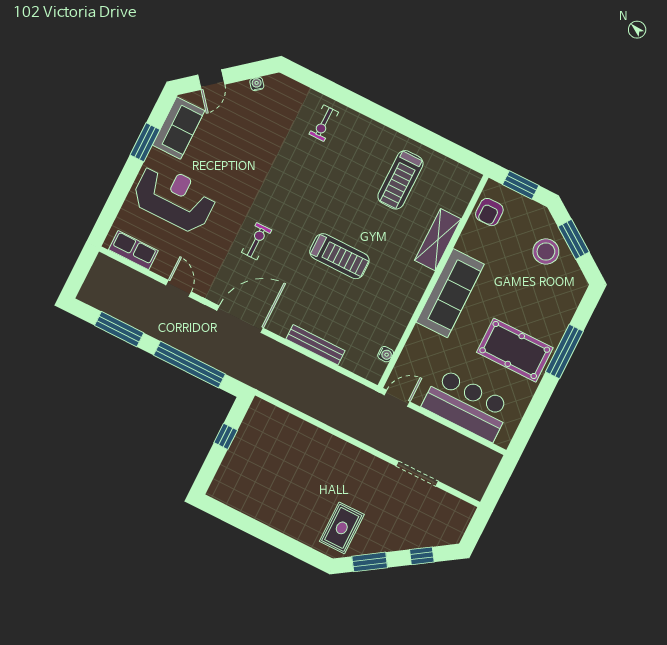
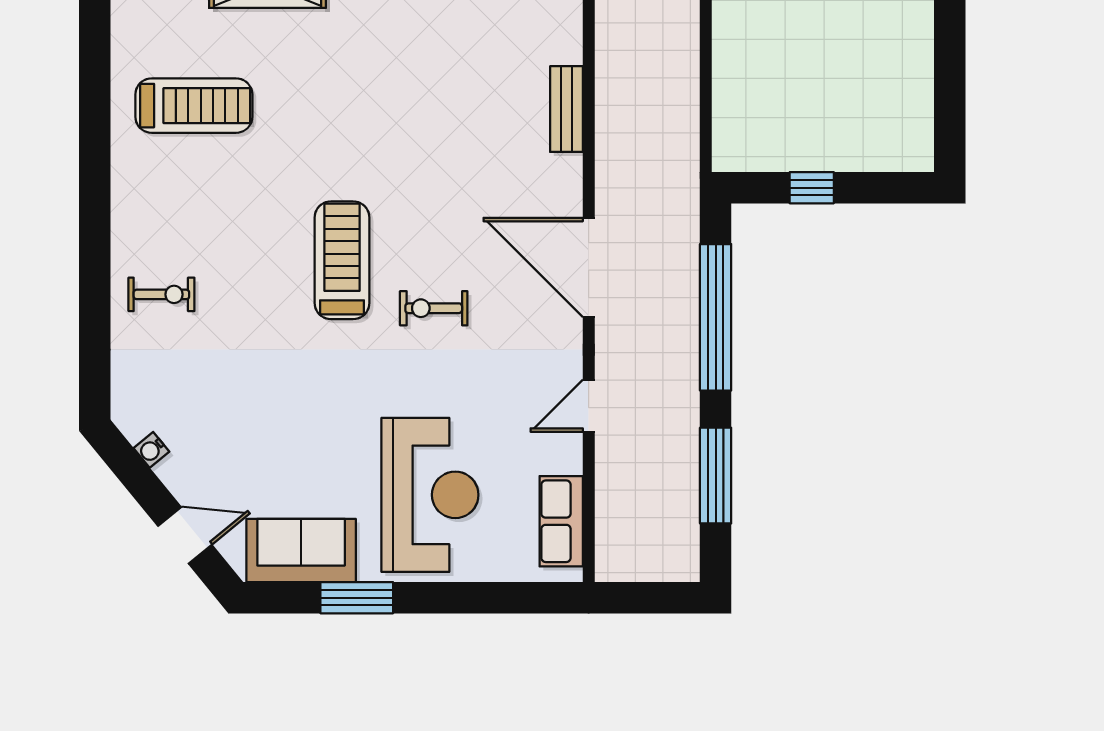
reception desk: (174, 198) -> (430, 495), turned 180
treadmill: (339, 256) -> (342, 260), moved
bench: (316, 345) -> (566, 109), width x0.73

